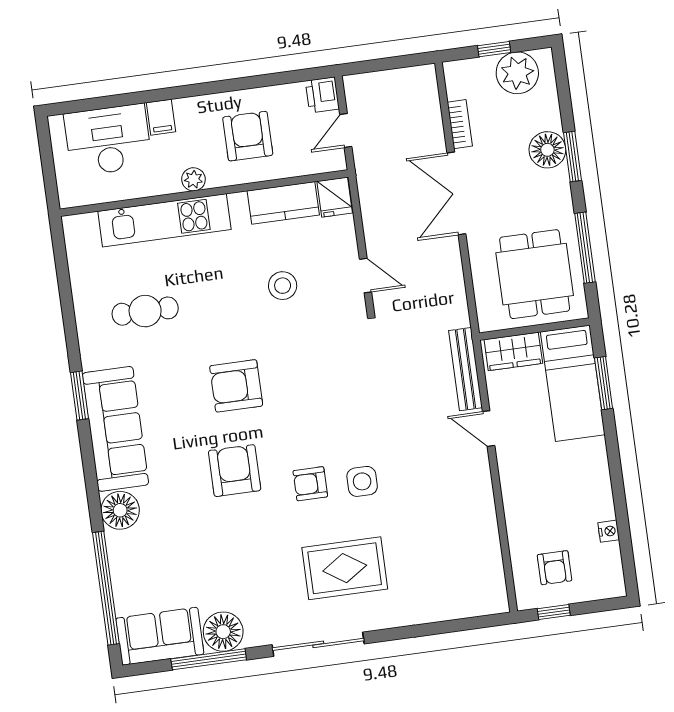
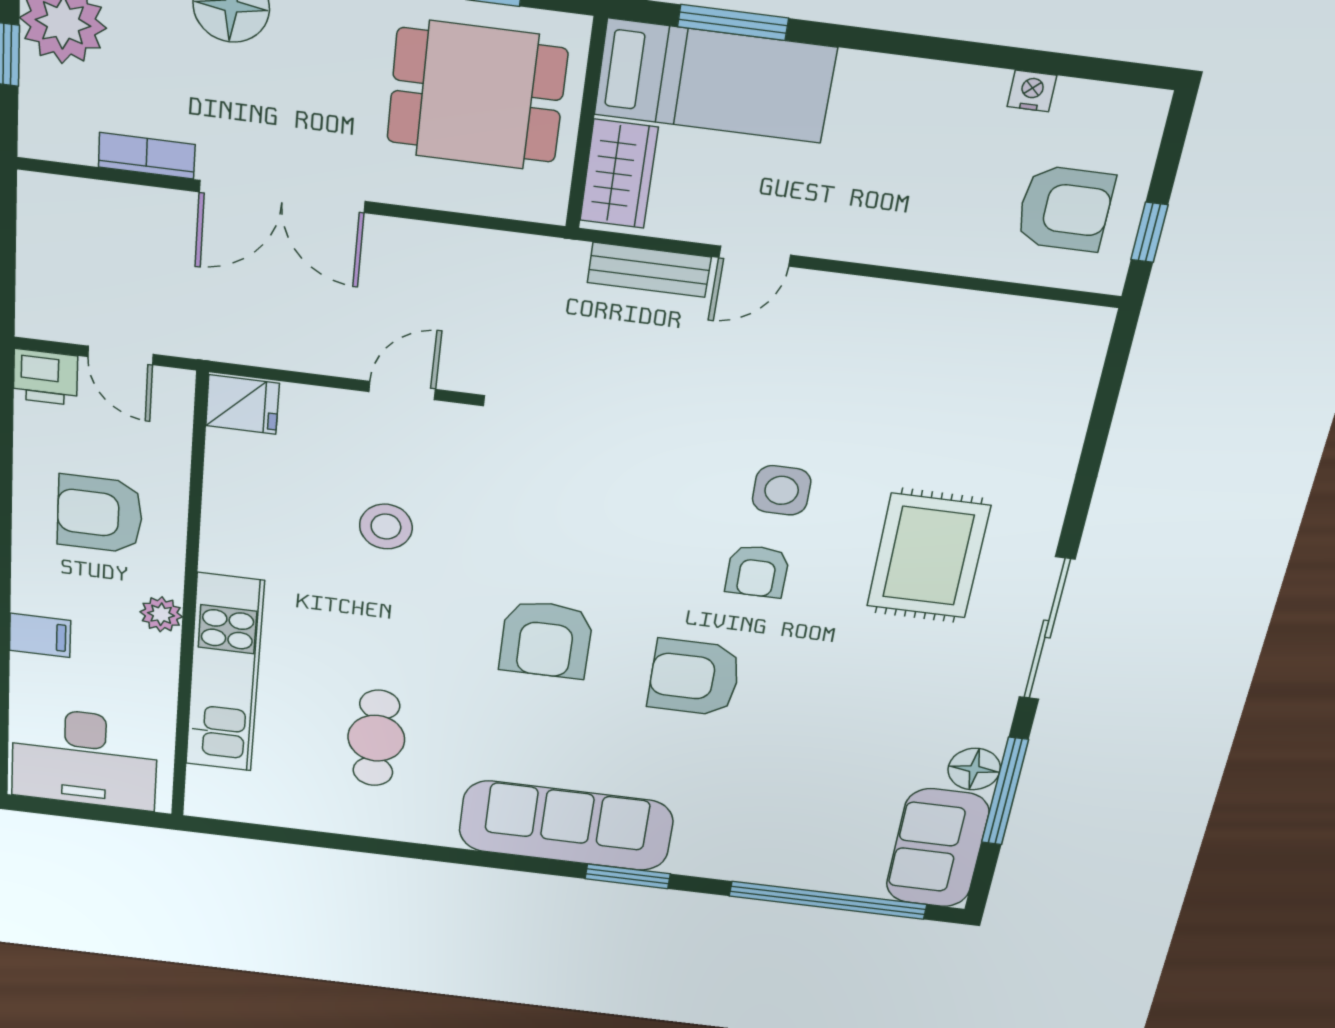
desk: (108, 140) -> (85, 758), moved, turned -90
kitchen counter: (283, 203) -> (234, 489), removed
bench: (465, 369) -> (649, 270), width x0.73
window: (79, 396) -> (628, 876), moved
floor lamp: (120, 510) -> (705, 851), removed
armchair: (555, 568) -> (1065, 209), width x1.38, depth x1.38
floor lamp: (223, 632) -> (974, 769), width x0.73, depth x0.73

